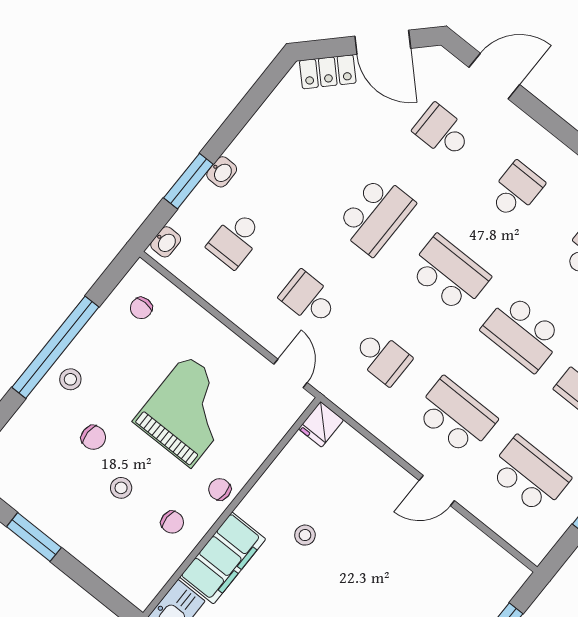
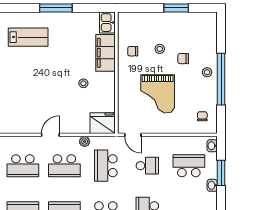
school desk: (235, 240) -> (189, 166), width x1.85
school desk: (382, 357) -> (106, 166), width x1.85
fridge: (321, 424) -> (103, 123), width x1.88, depth x1.34
plant: (386, 430) -> (85, 142), added
chair: (220, 489) -> (125, 76), removed

